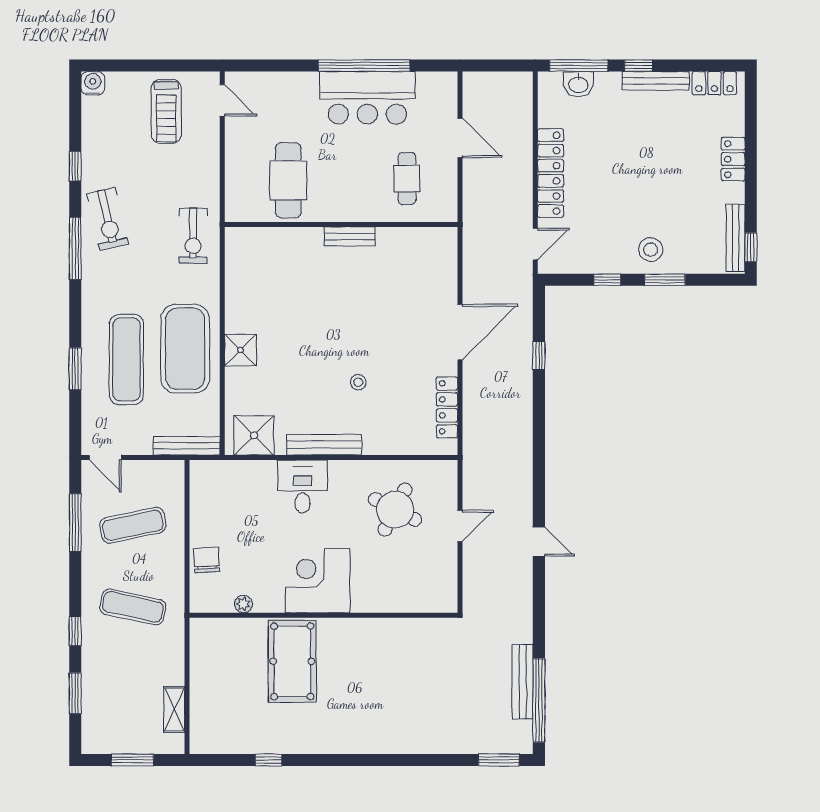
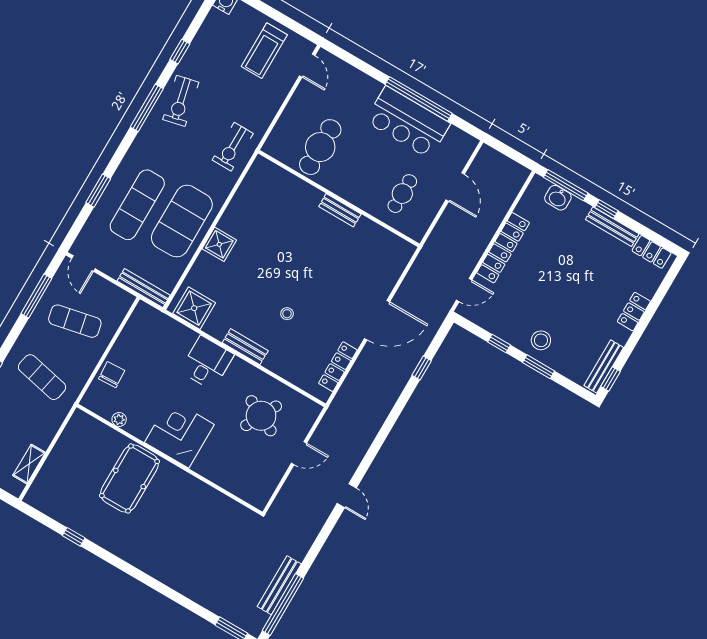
bench: (324, 445) -> (245, 347), width x0.73

